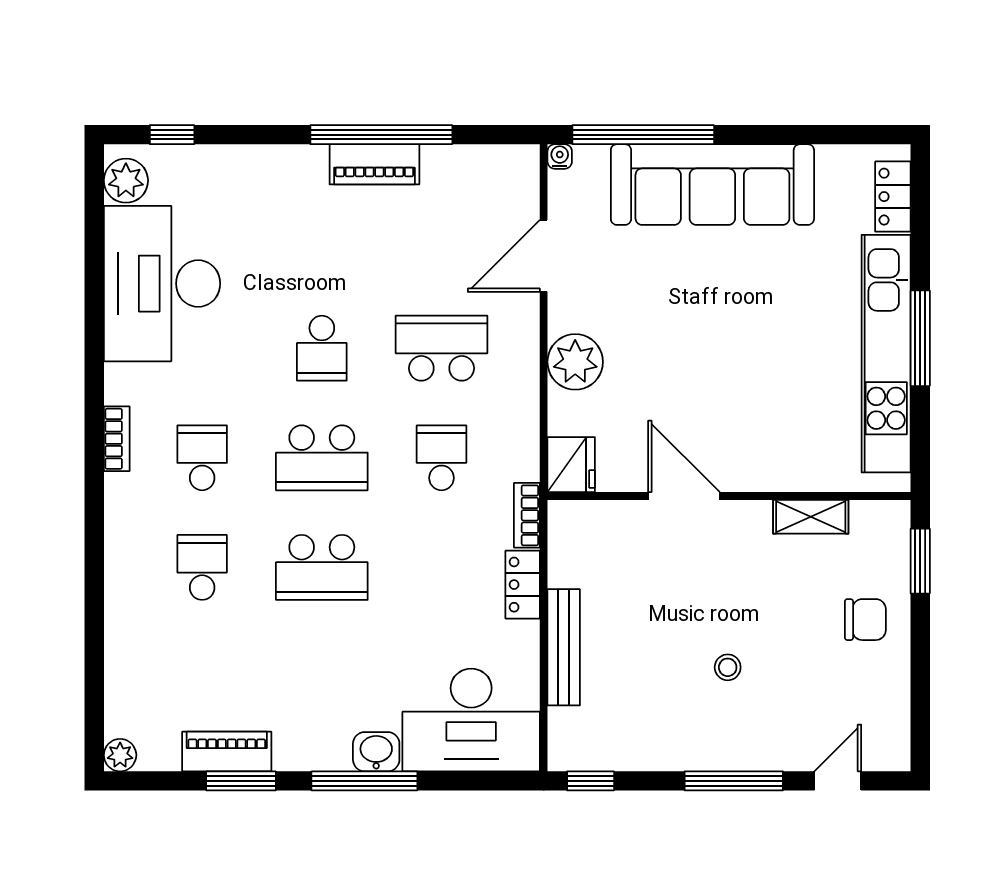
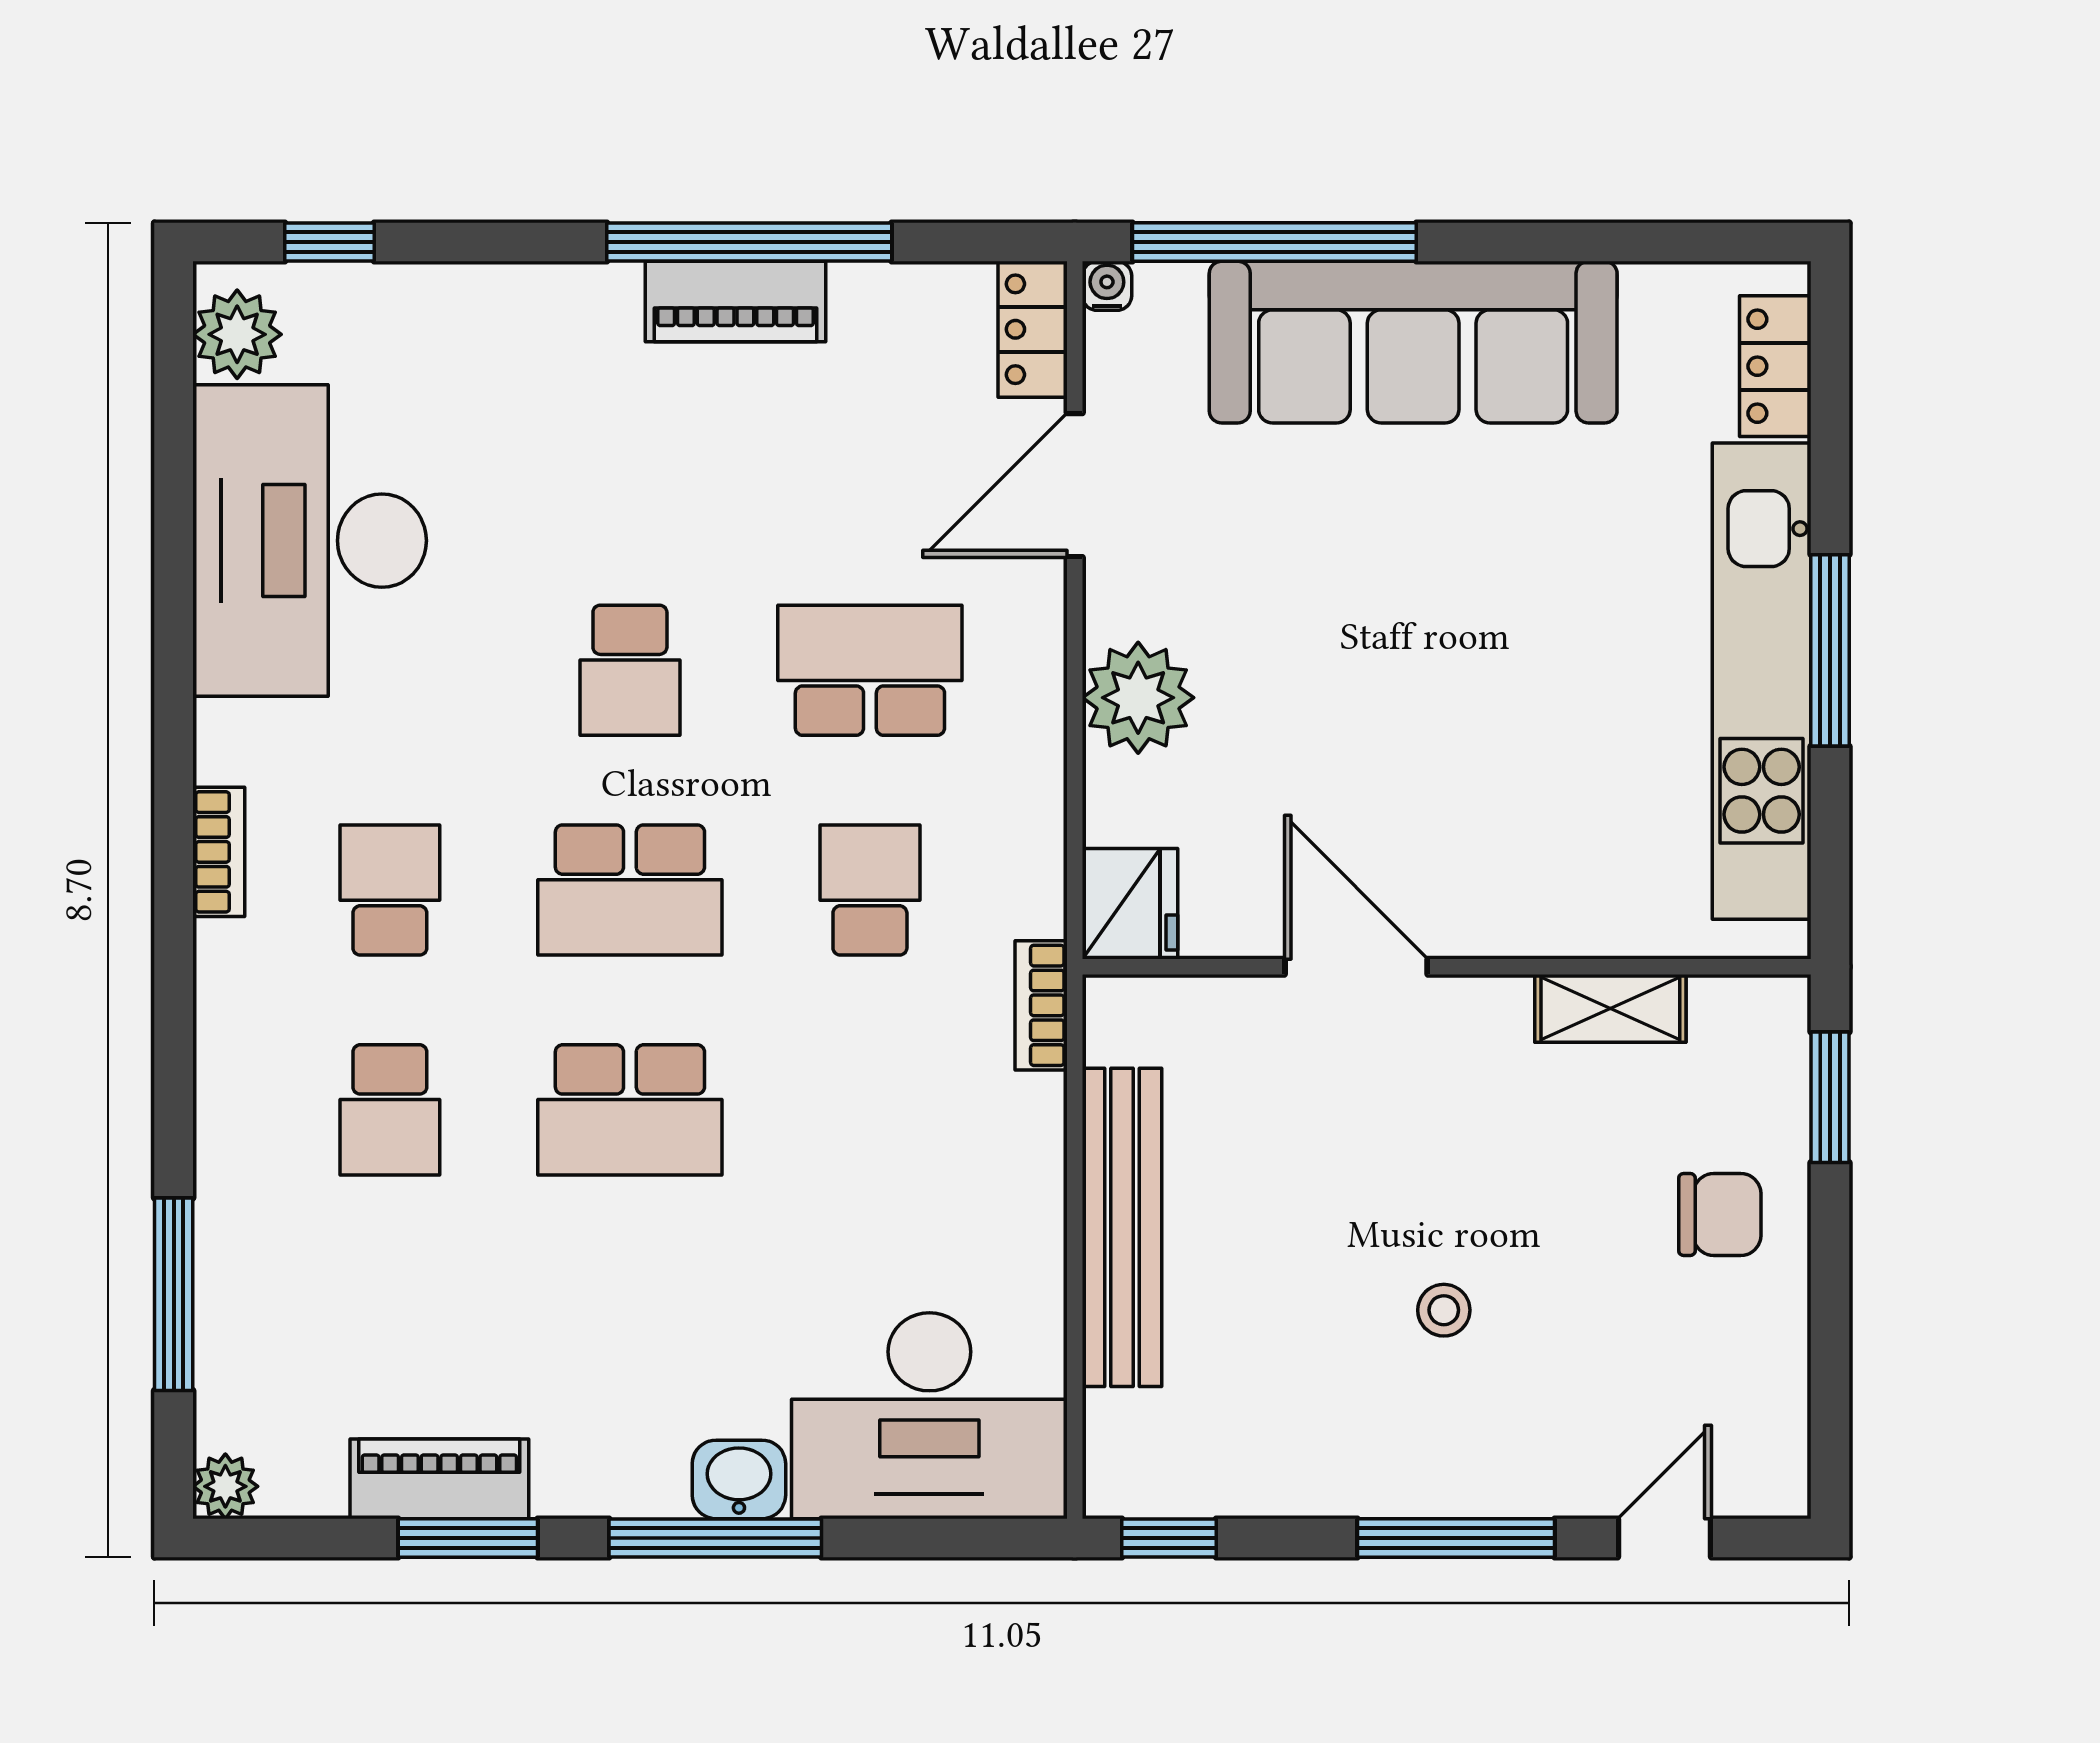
school desk: (202, 567) -> (390, 1110), turned 180
locker: (523, 585) -> (1033, 329), moved
bench: (564, 647) -> (1122, 1227), width x1.37, depth x1.21
window: (94, 659) -> (174, 1294), added

